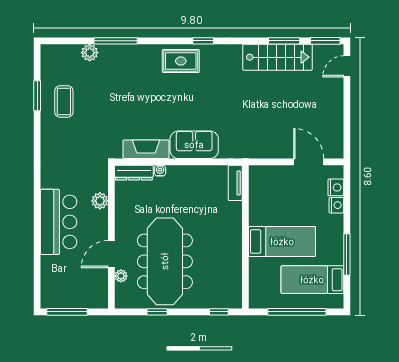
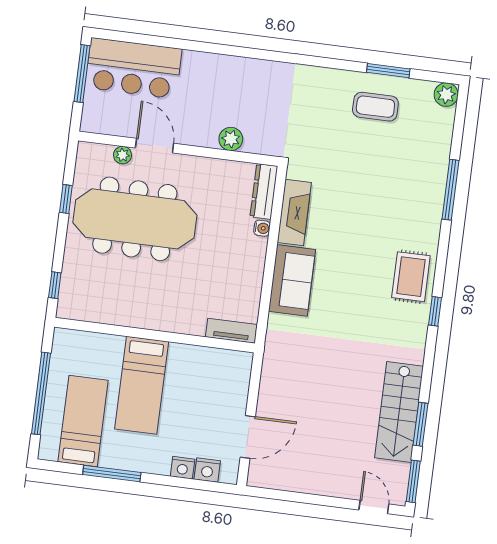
plant: (90, 53) -> (446, 95), moved
bar counter: (59, 222) -> (133, 68), moved

